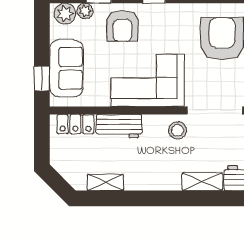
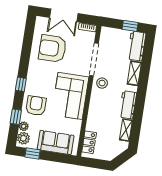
armchair: (122, 26) -> (36, 106), turned -90
window: (42, 79) -> (33, 154), moved
workbench: (119, 126) -> (128, 105), moved, turned 180

